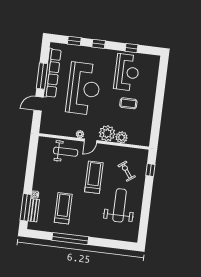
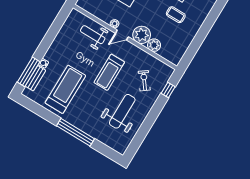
weight bench: (66, 152) -> (93, 35), turned 180
treadmill: (94, 177) -> (109, 72), turned 180
treadmill: (63, 208) -> (65, 89), width x1.37, depth x1.38
window: (70, 239) -> (76, 132), moved

